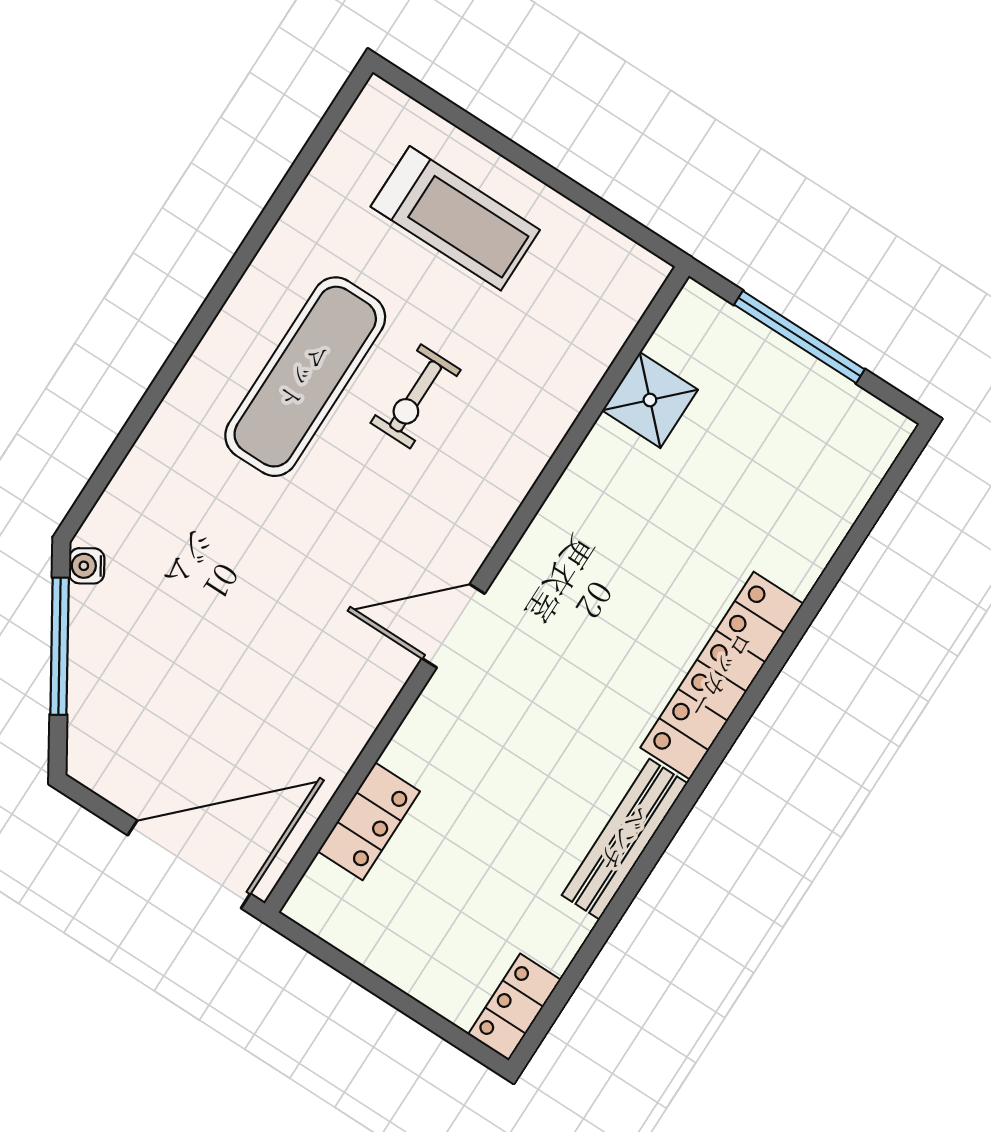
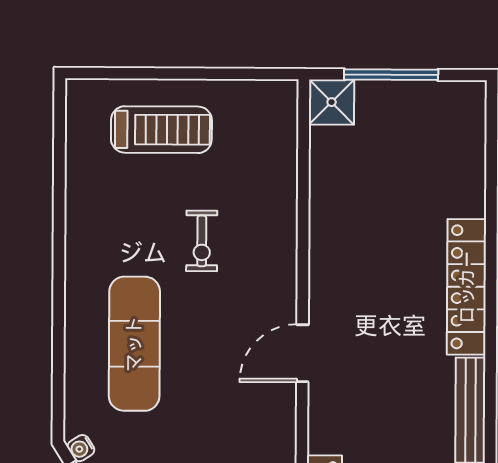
exercise mat: (305, 377) -> (134, 344), moved
shower: (650, 400) -> (332, 102), moved

